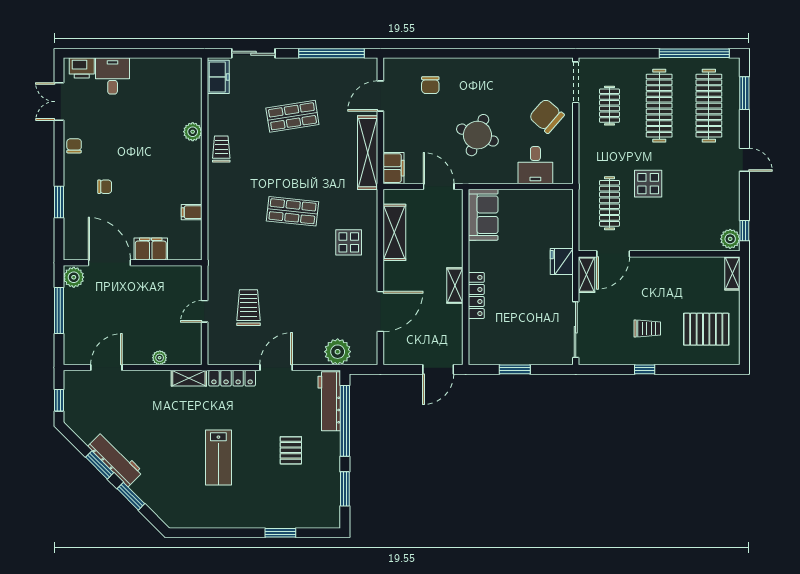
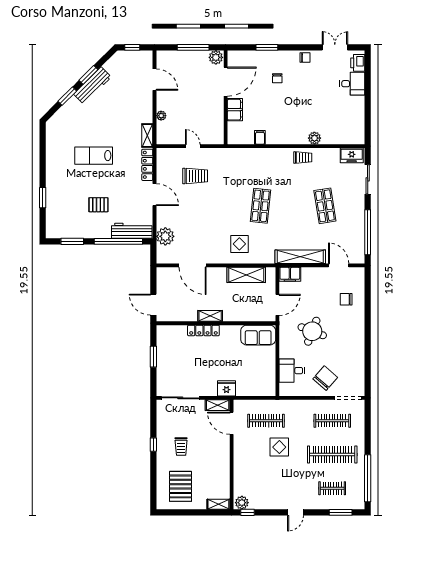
clothes rail: (610, 106) -> (332, 421), width x1.36
clothes rail: (709, 106) -> (332, 488), width x0.54, depth x0.76

